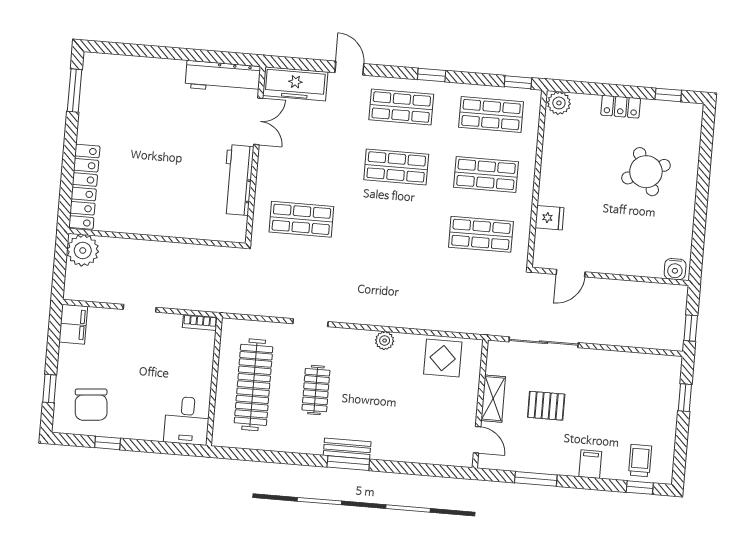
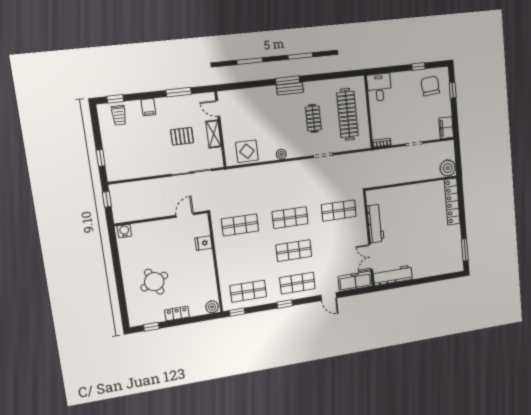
shop shelf: (486, 174) -> (290, 218), moved

